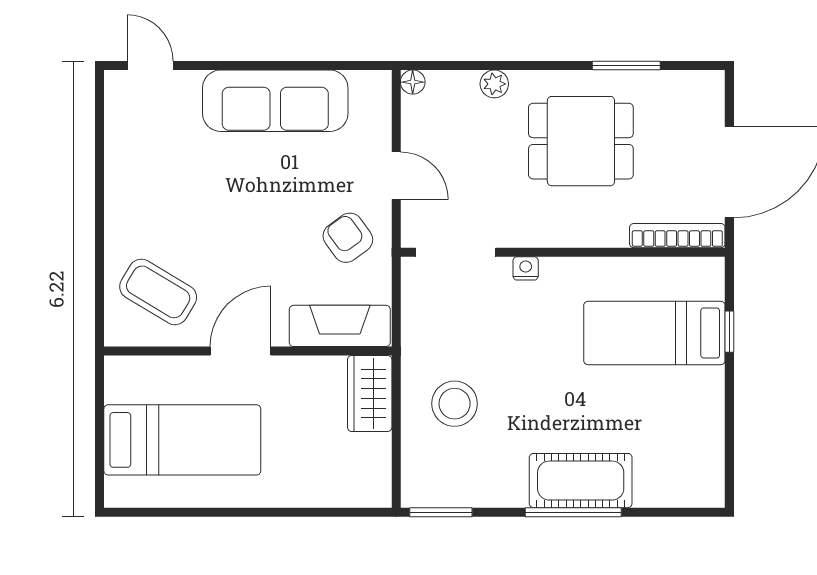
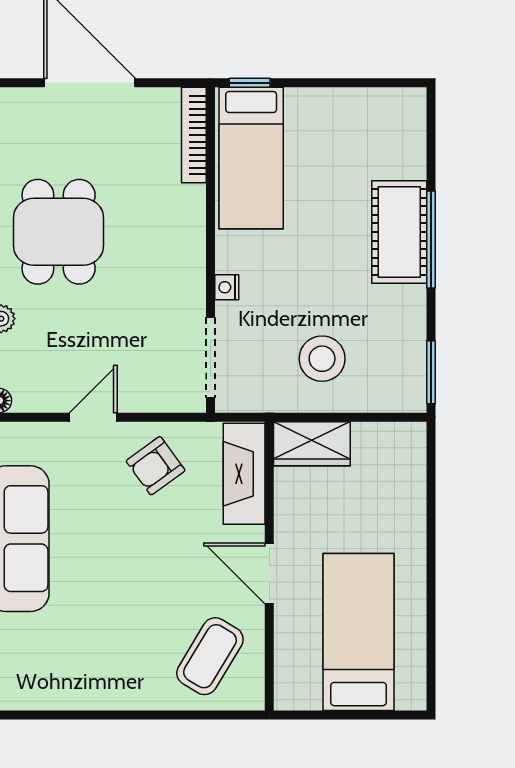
bookcase: (677, 236) -> (194, 135), moved
doorway: (456, 252) -> (210, 358), moved
wall: (563, 252) -> (210, 250), moved
nightstand: (526, 268) -> (227, 287), moved

